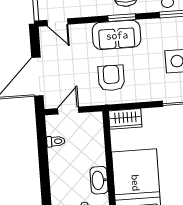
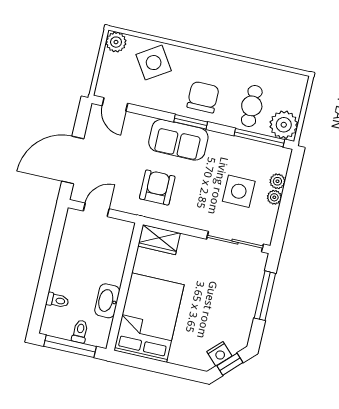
toilet: (56, 141) -> (57, 300), moved

